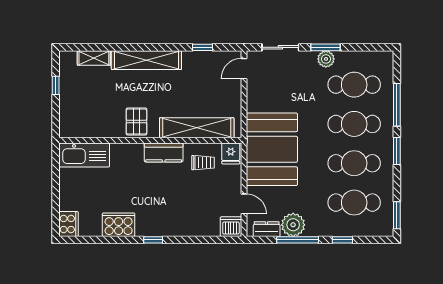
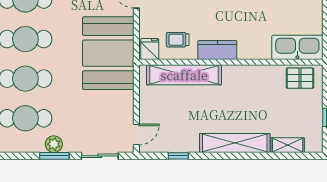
pallet: (136, 122) -> (300, 78), moved, turned 90

